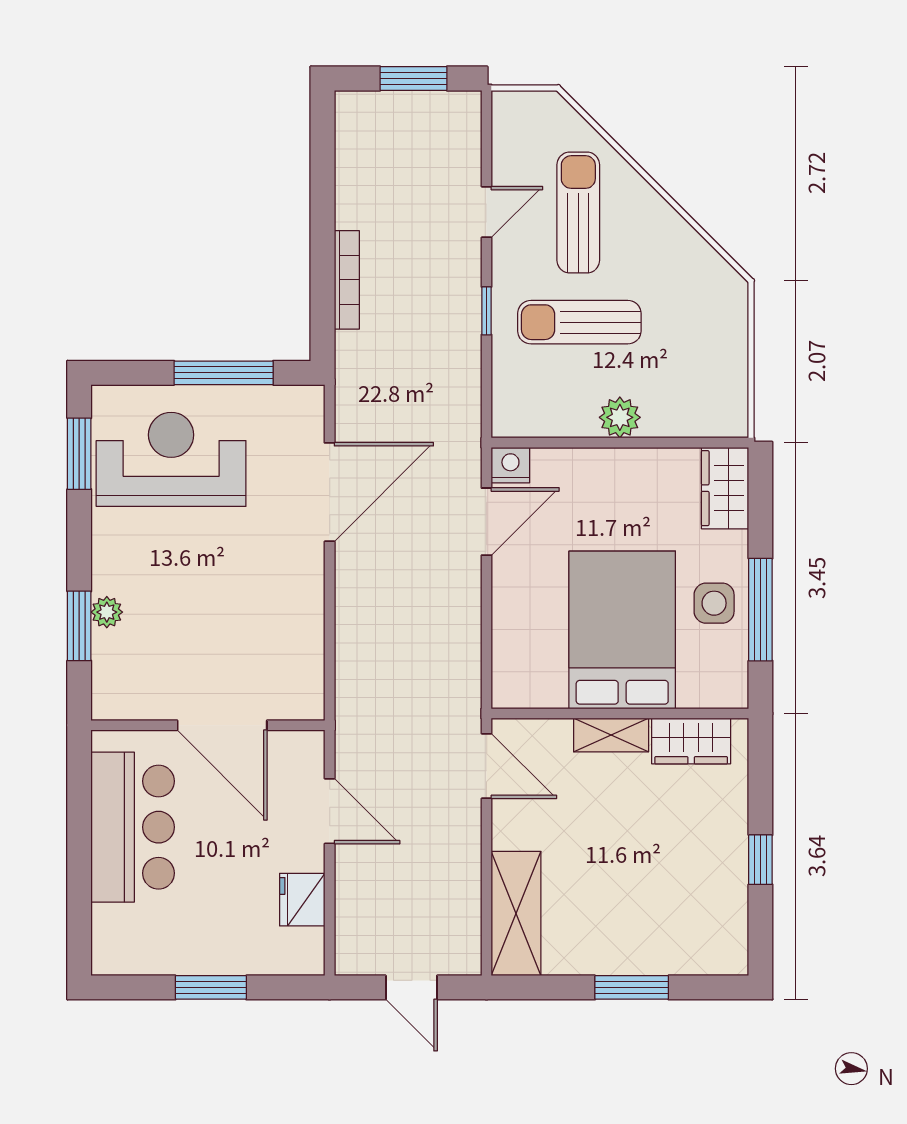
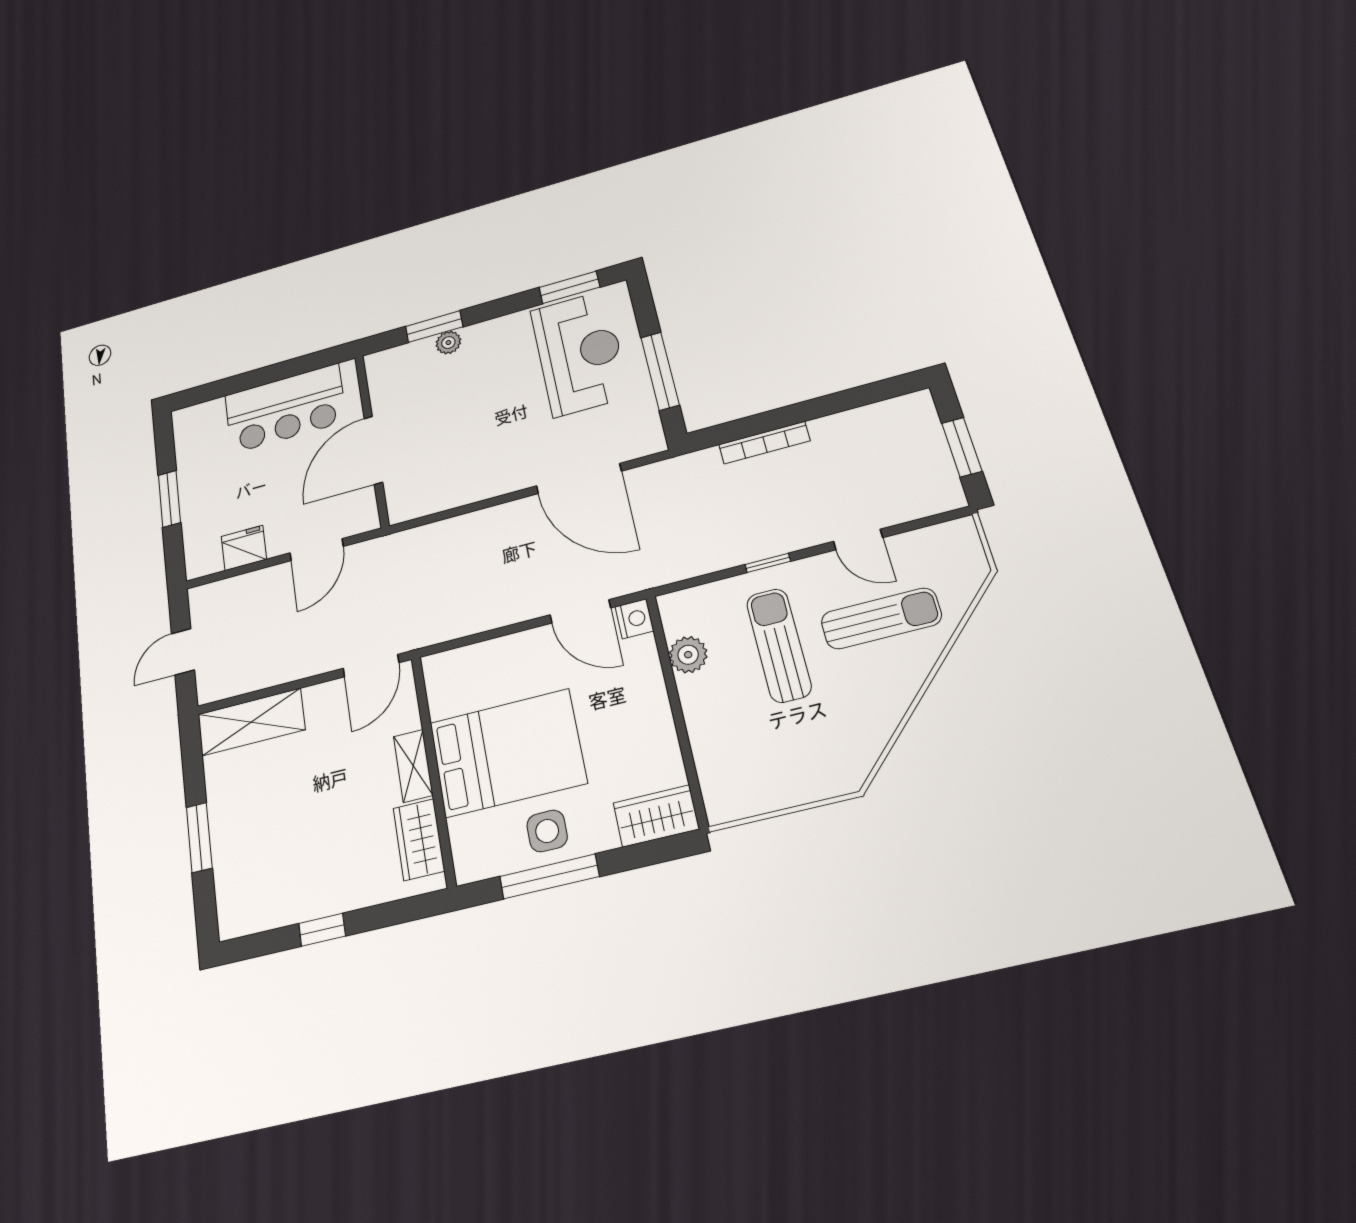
plant: (620, 417) -> (688, 655), moved

